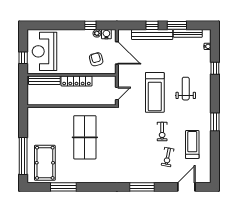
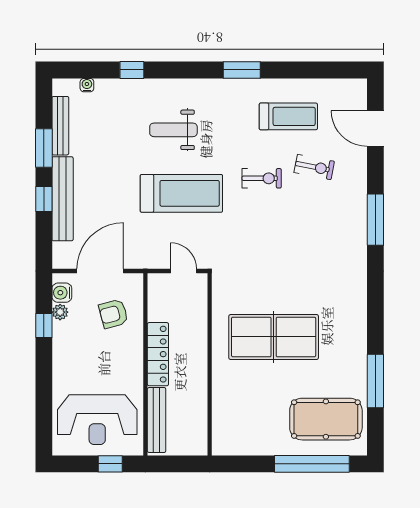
treadmill: (192, 144) -> (288, 116), turned 180

